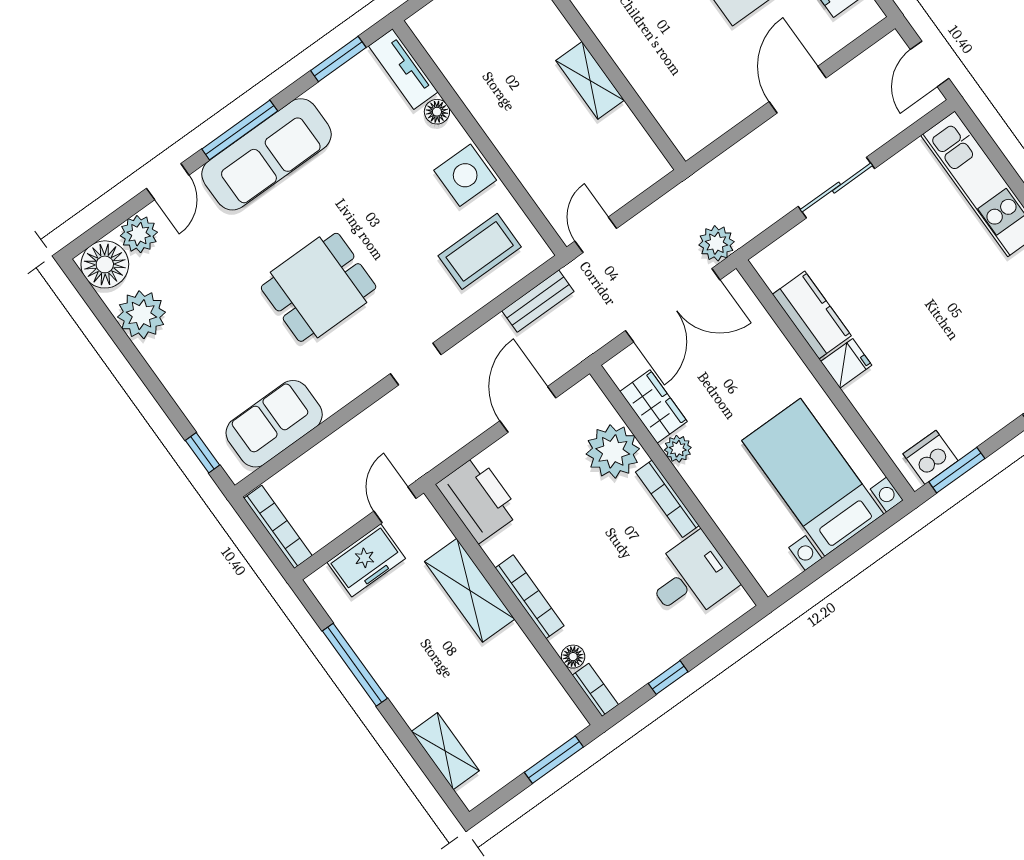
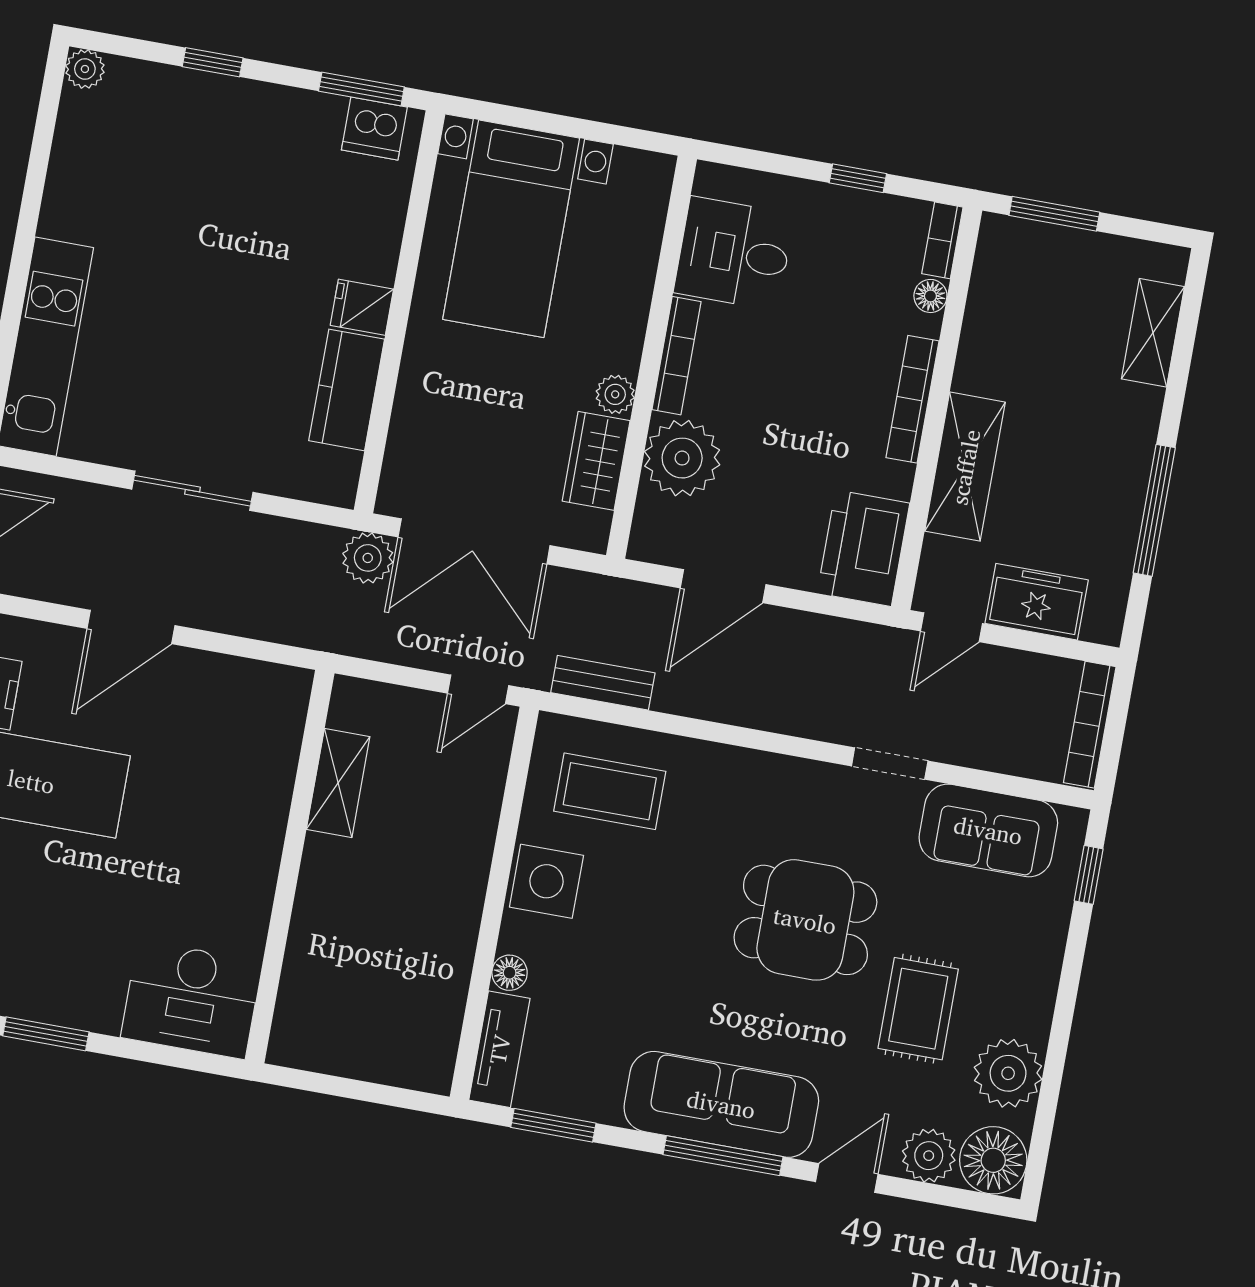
shelving: (590, 80) -> (338, 783), moved
rug: (218, 301) -> (918, 1009), added
double door: (673, 305) -> (474, 541), swing flipped
doorway: (416, 364) -> (890, 763), moved

